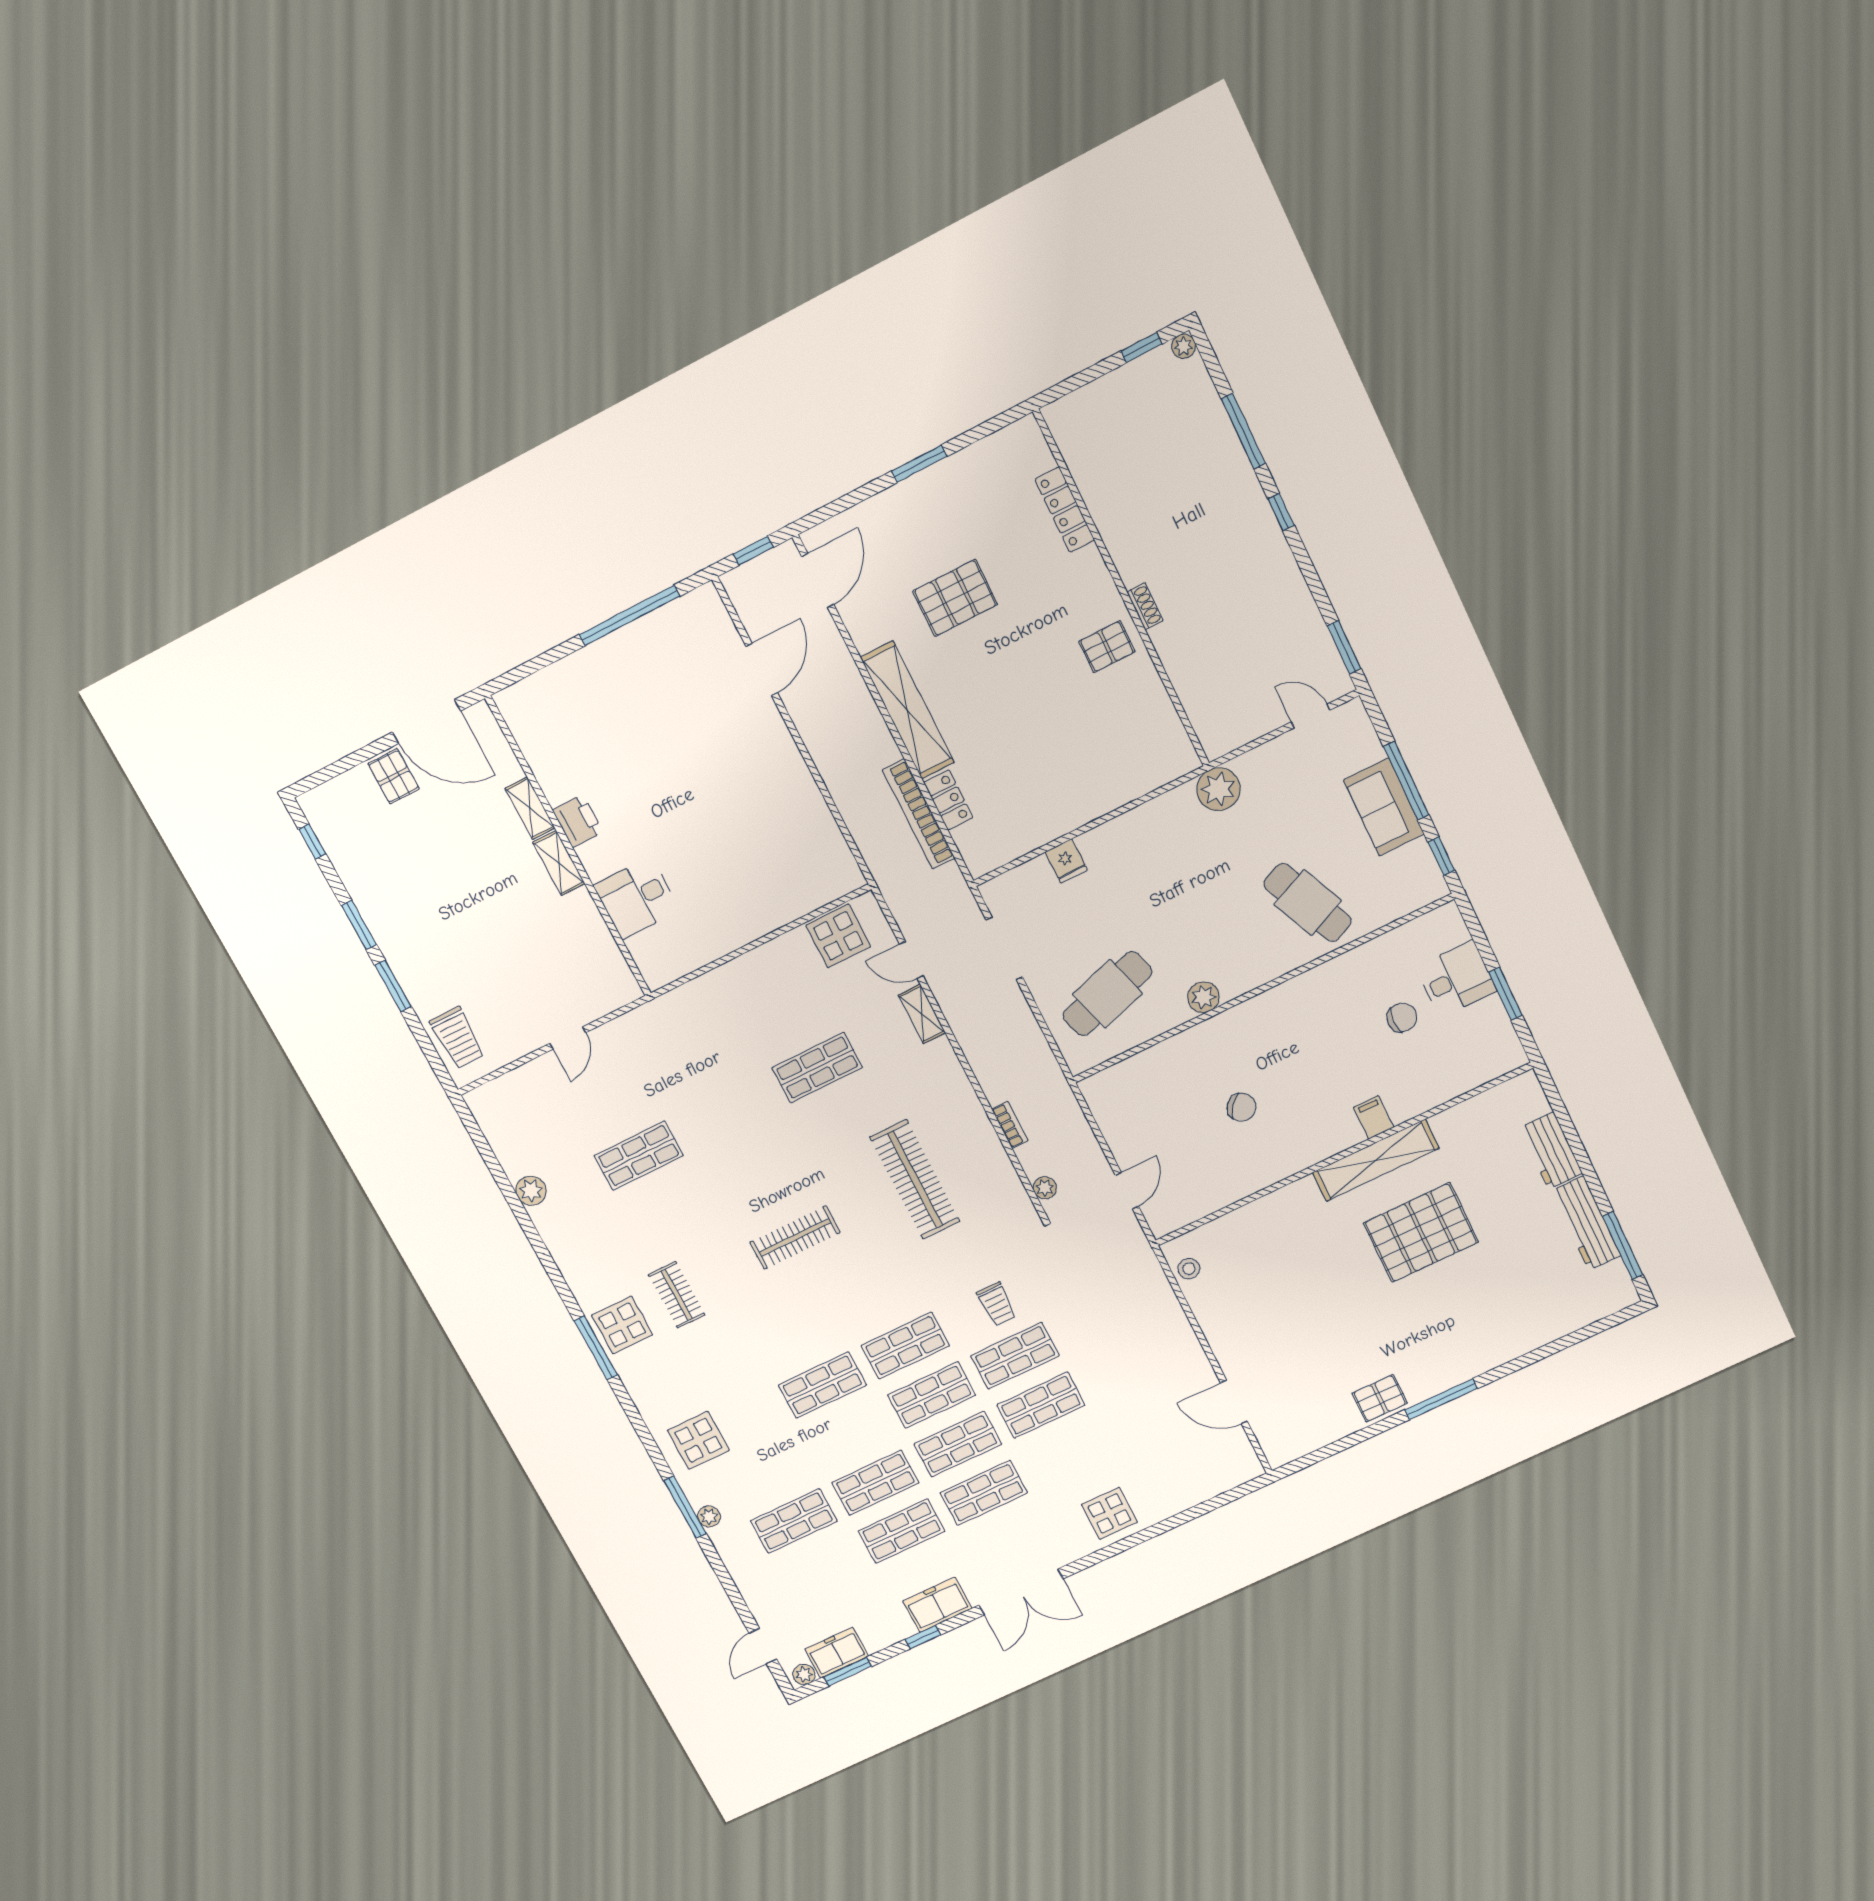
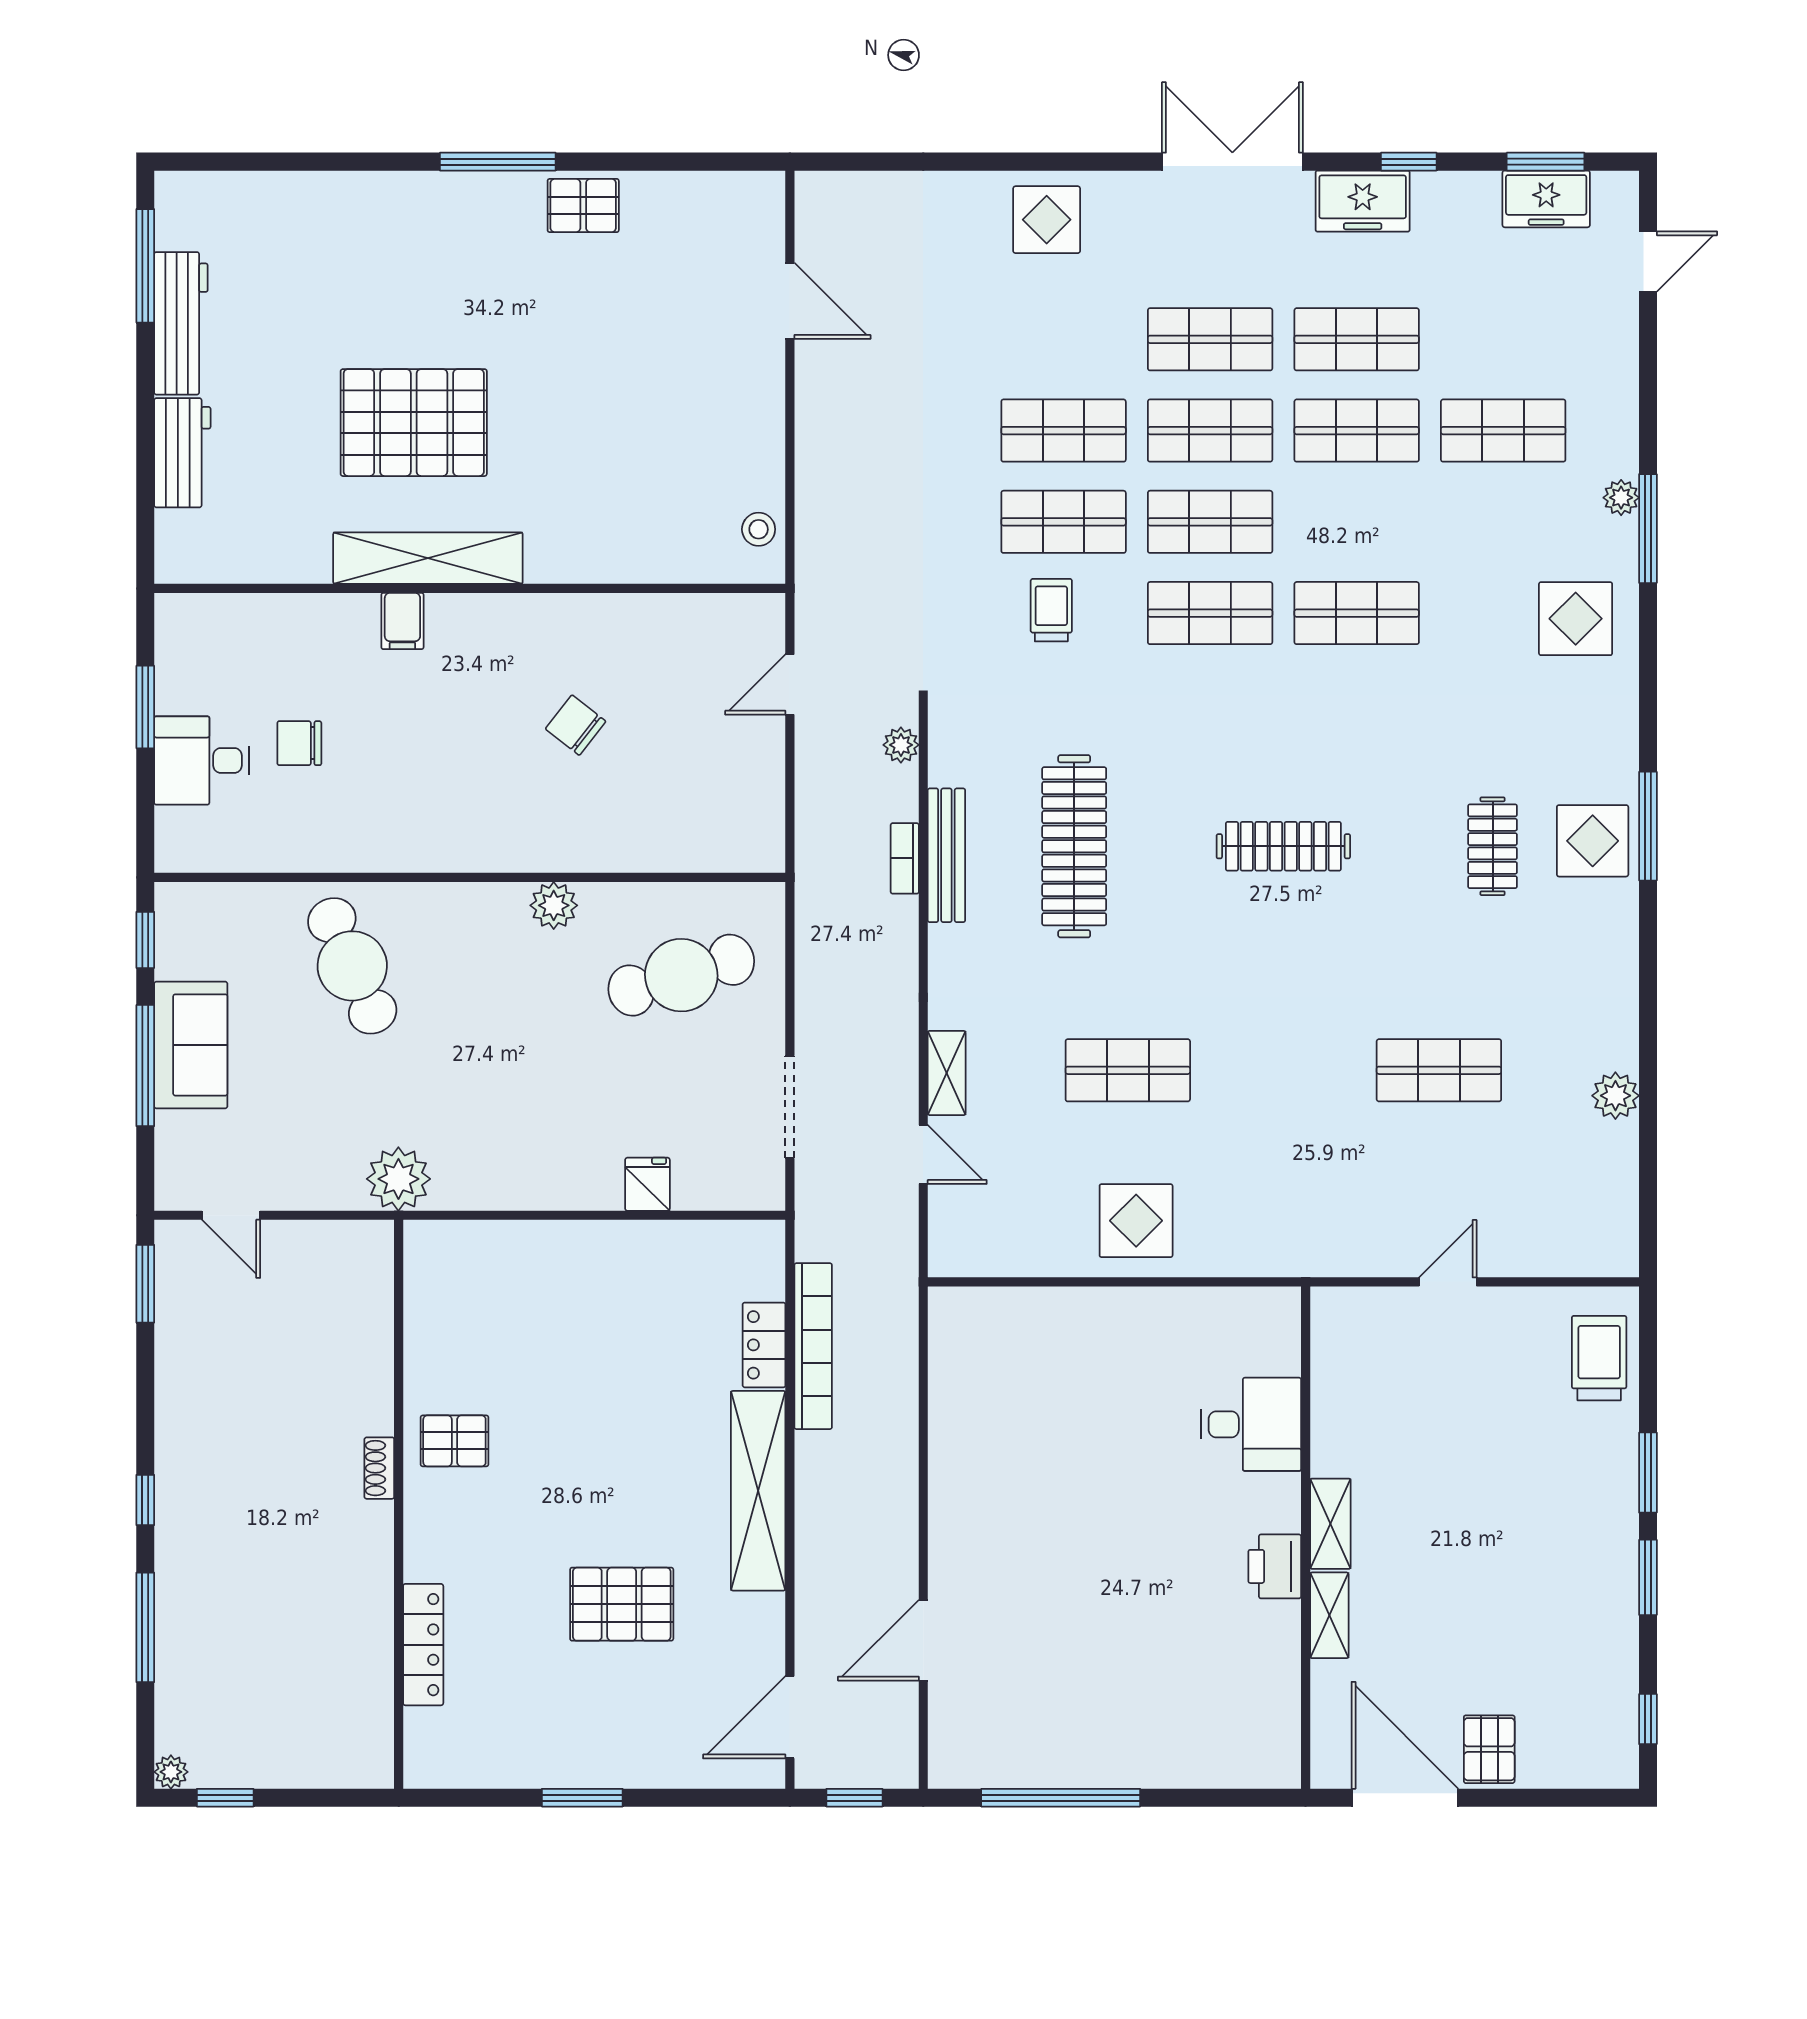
display table: (838, 936) -> (1136, 1221), moved
bench: (986, 1138) -> (946, 855), added
plant: (804, 1674) -> (1611, 188), removed

